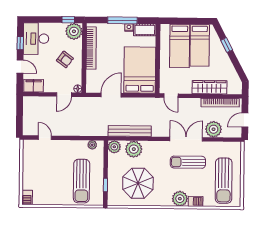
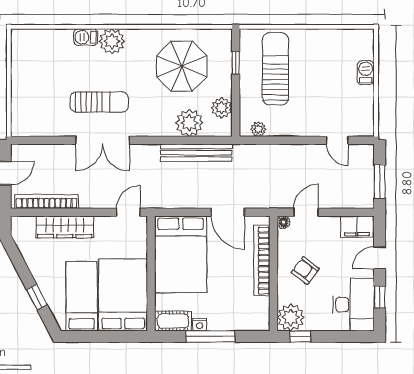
bed: (180, 46) -> (123, 295), width x1.50
bookcase: (91, 48) -> (262, 261), moved
door: (20, 67) -> (380, 258), hinge flipped
door: (111, 95) -> (228, 212), hinge flipped
door: (171, 96) -> (129, 212), hinge flipped
window: (20, 113) -> (380, 181), added
plant: (214, 129) -> (57, 157), removed
plant: (114, 147) -> (222, 108), moved
sun lounger: (224, 181) -> (40, 72), removed
barbecue: (27, 197) -> (366, 73), moved

